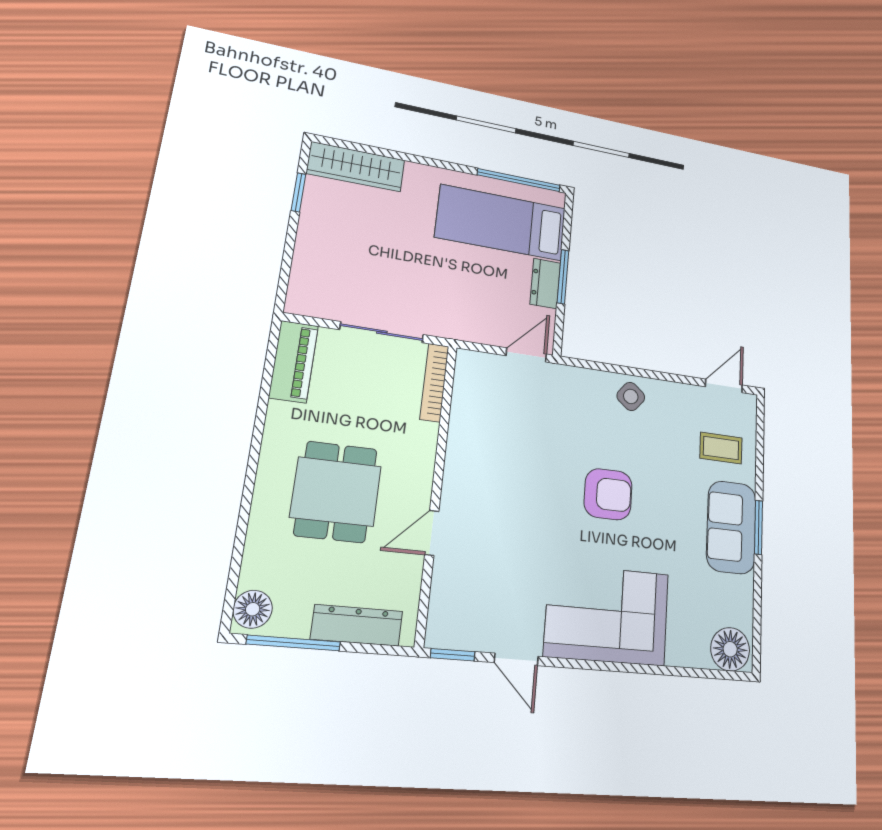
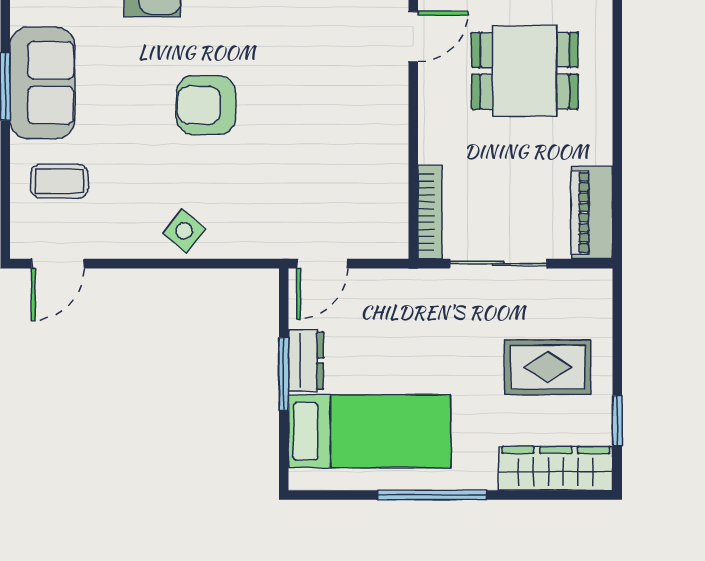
window: (519, 180) -> (432, 495), moved
rug: (351, 244) -> (548, 367), added
dining table: (336, 492) -> (525, 71), turned 90

